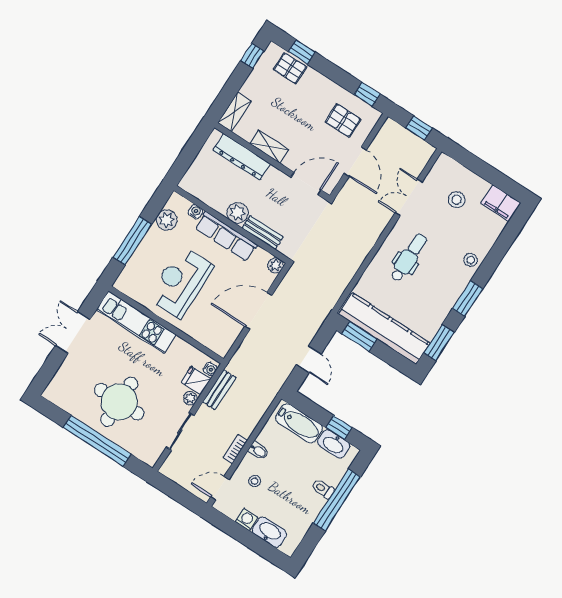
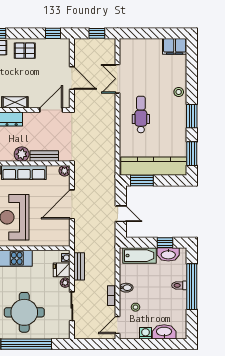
pallet: (343, 121) -> (25, 51), moved
stool: (457, 200) -> (147, 61), removed

